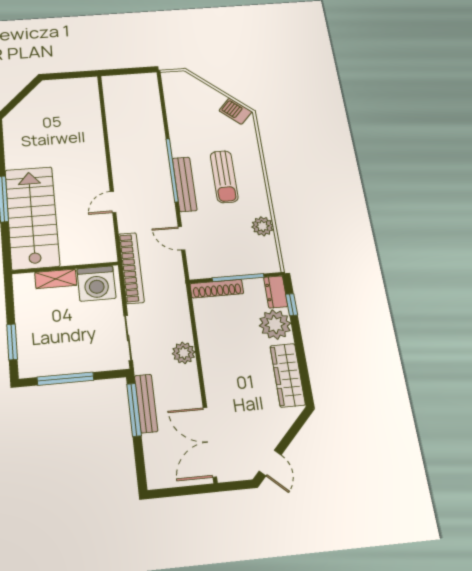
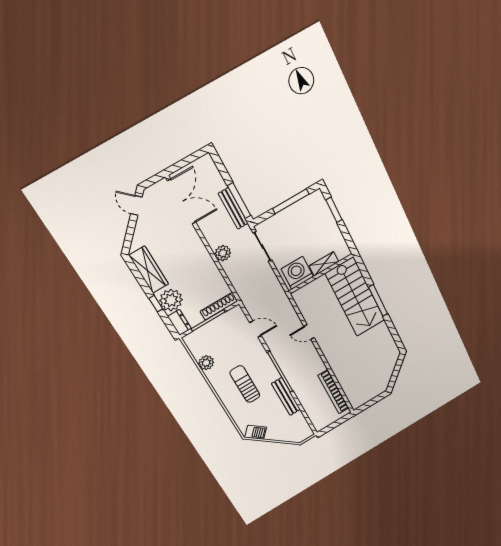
bench: (185, 184) -> (286, 397), moved
door: (113, 202) -> (309, 332), swing flipped
bookcase: (131, 268) -> (333, 392), moved
window: (292, 305) -> (156, 304), moved

